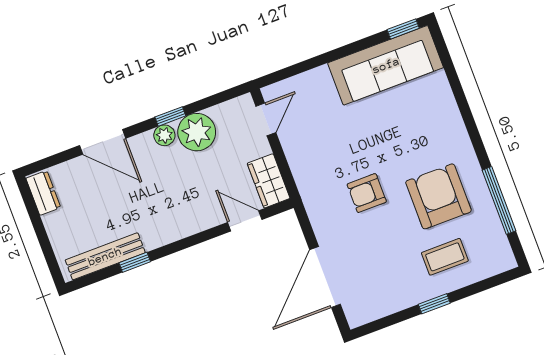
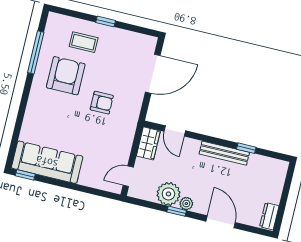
armchair: (438, 196) -> (66, 76), turned 180
bench: (105, 256) -> (224, 153), moved

